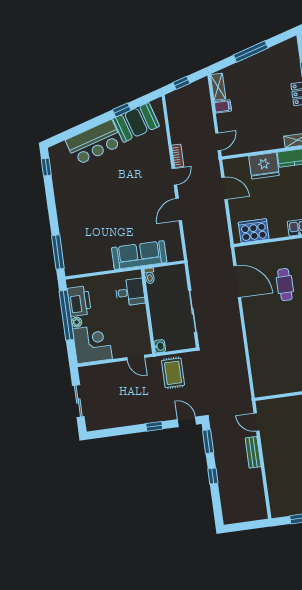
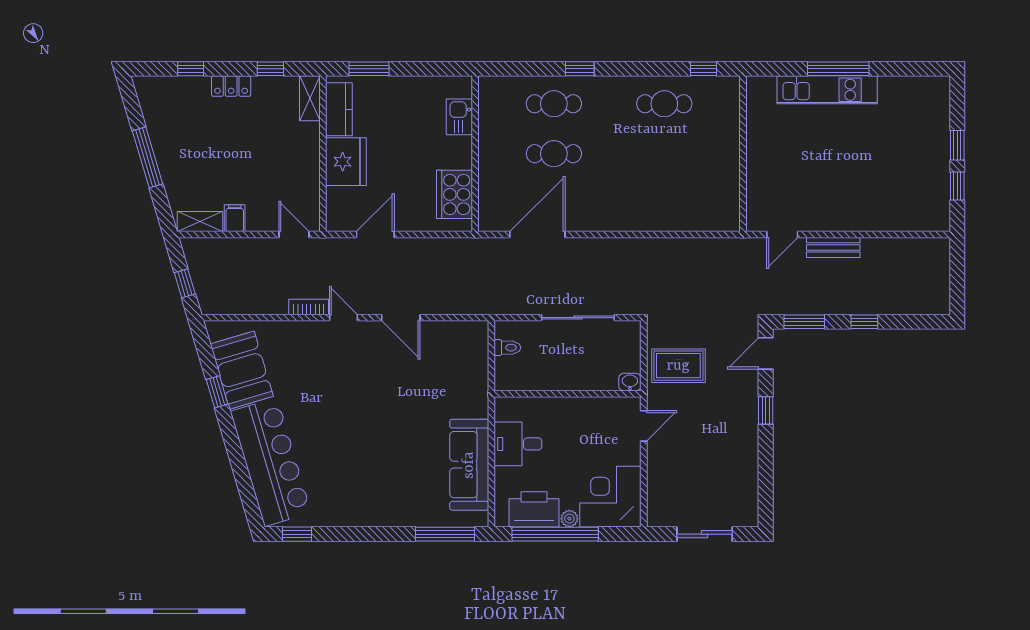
bar counter: (94, 142) -> (271, 462), width x1.36
sofa: (139, 255) -> (469, 465), moved
toilet: (150, 276) -> (507, 348), moved
desk: (130, 292) -> (518, 444), moved, turned -90

